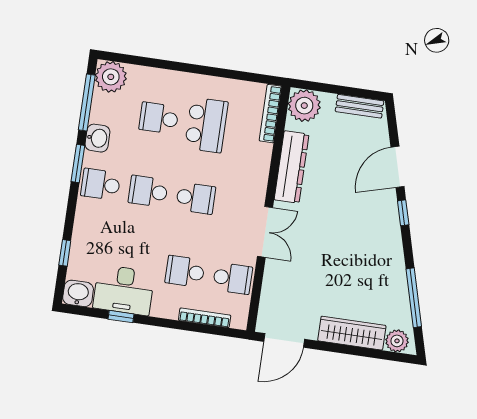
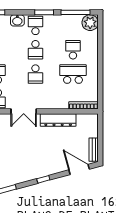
plant: (304, 106) -> (90, 122), removed
school desk: (206, 125) -> (73, 74), turned 180
washbasin: (97, 138) -> (17, 20), moved
door: (397, 167) -> (79, 169), moved
school desk: (148, 191) -> (35, 50), turned 180

